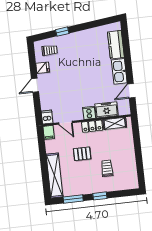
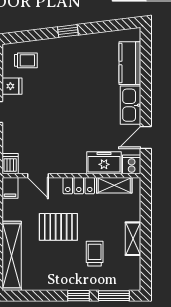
window: (62, 32) -> (68, 31), moved
cooker: (89, 113) -> (132, 164), moved
pallet: (82, 154) -> (58, 227), width x1.50, depth x1.42
shelving: (130, 156) -> (133, 239), added
window: (73, 199) -> (114, 296), moved

